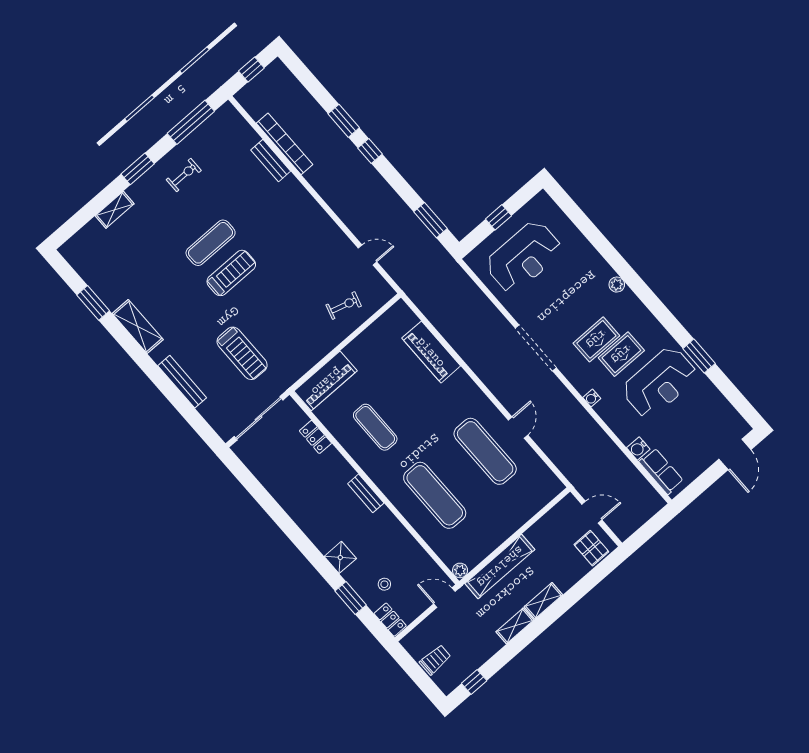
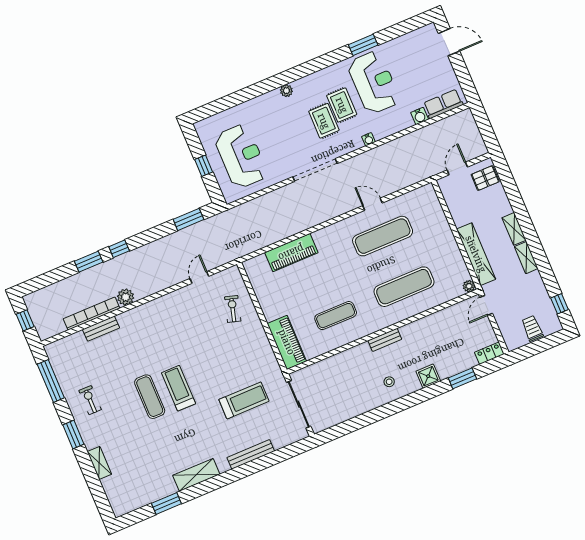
plant: (317, 177) -> (126, 297), added
locker: (315, 437) -> (328, 365), removed
stool: (384, 584) -> (389, 382), moved

